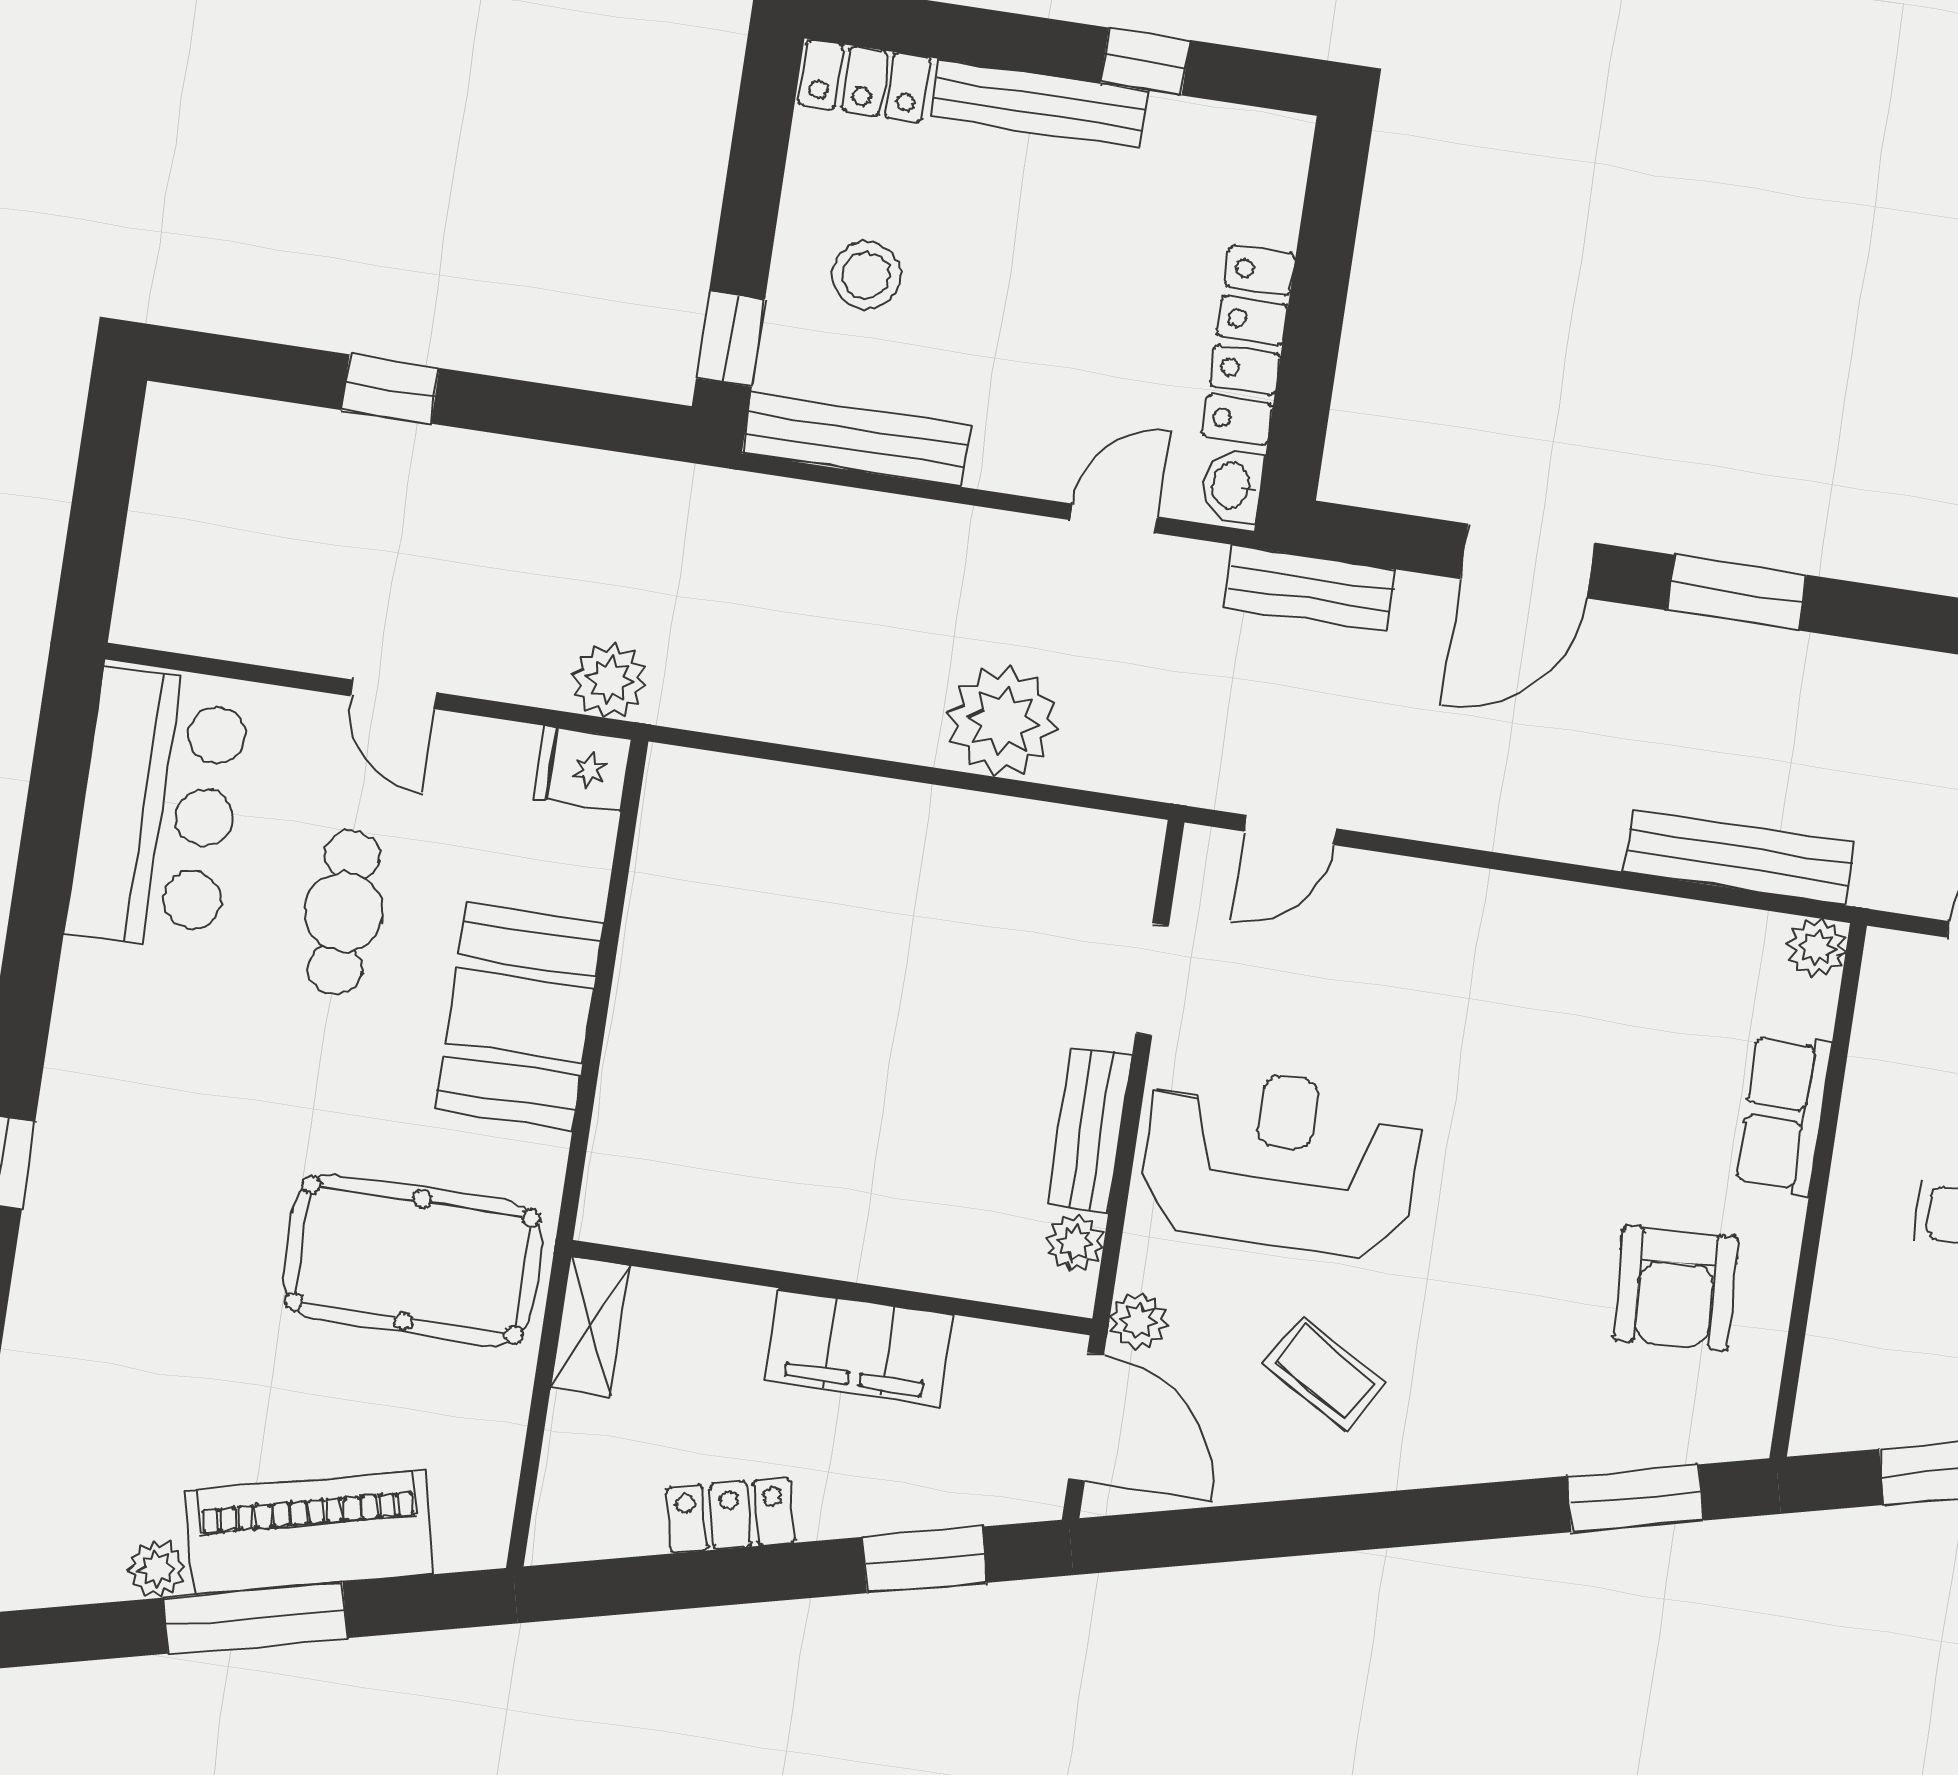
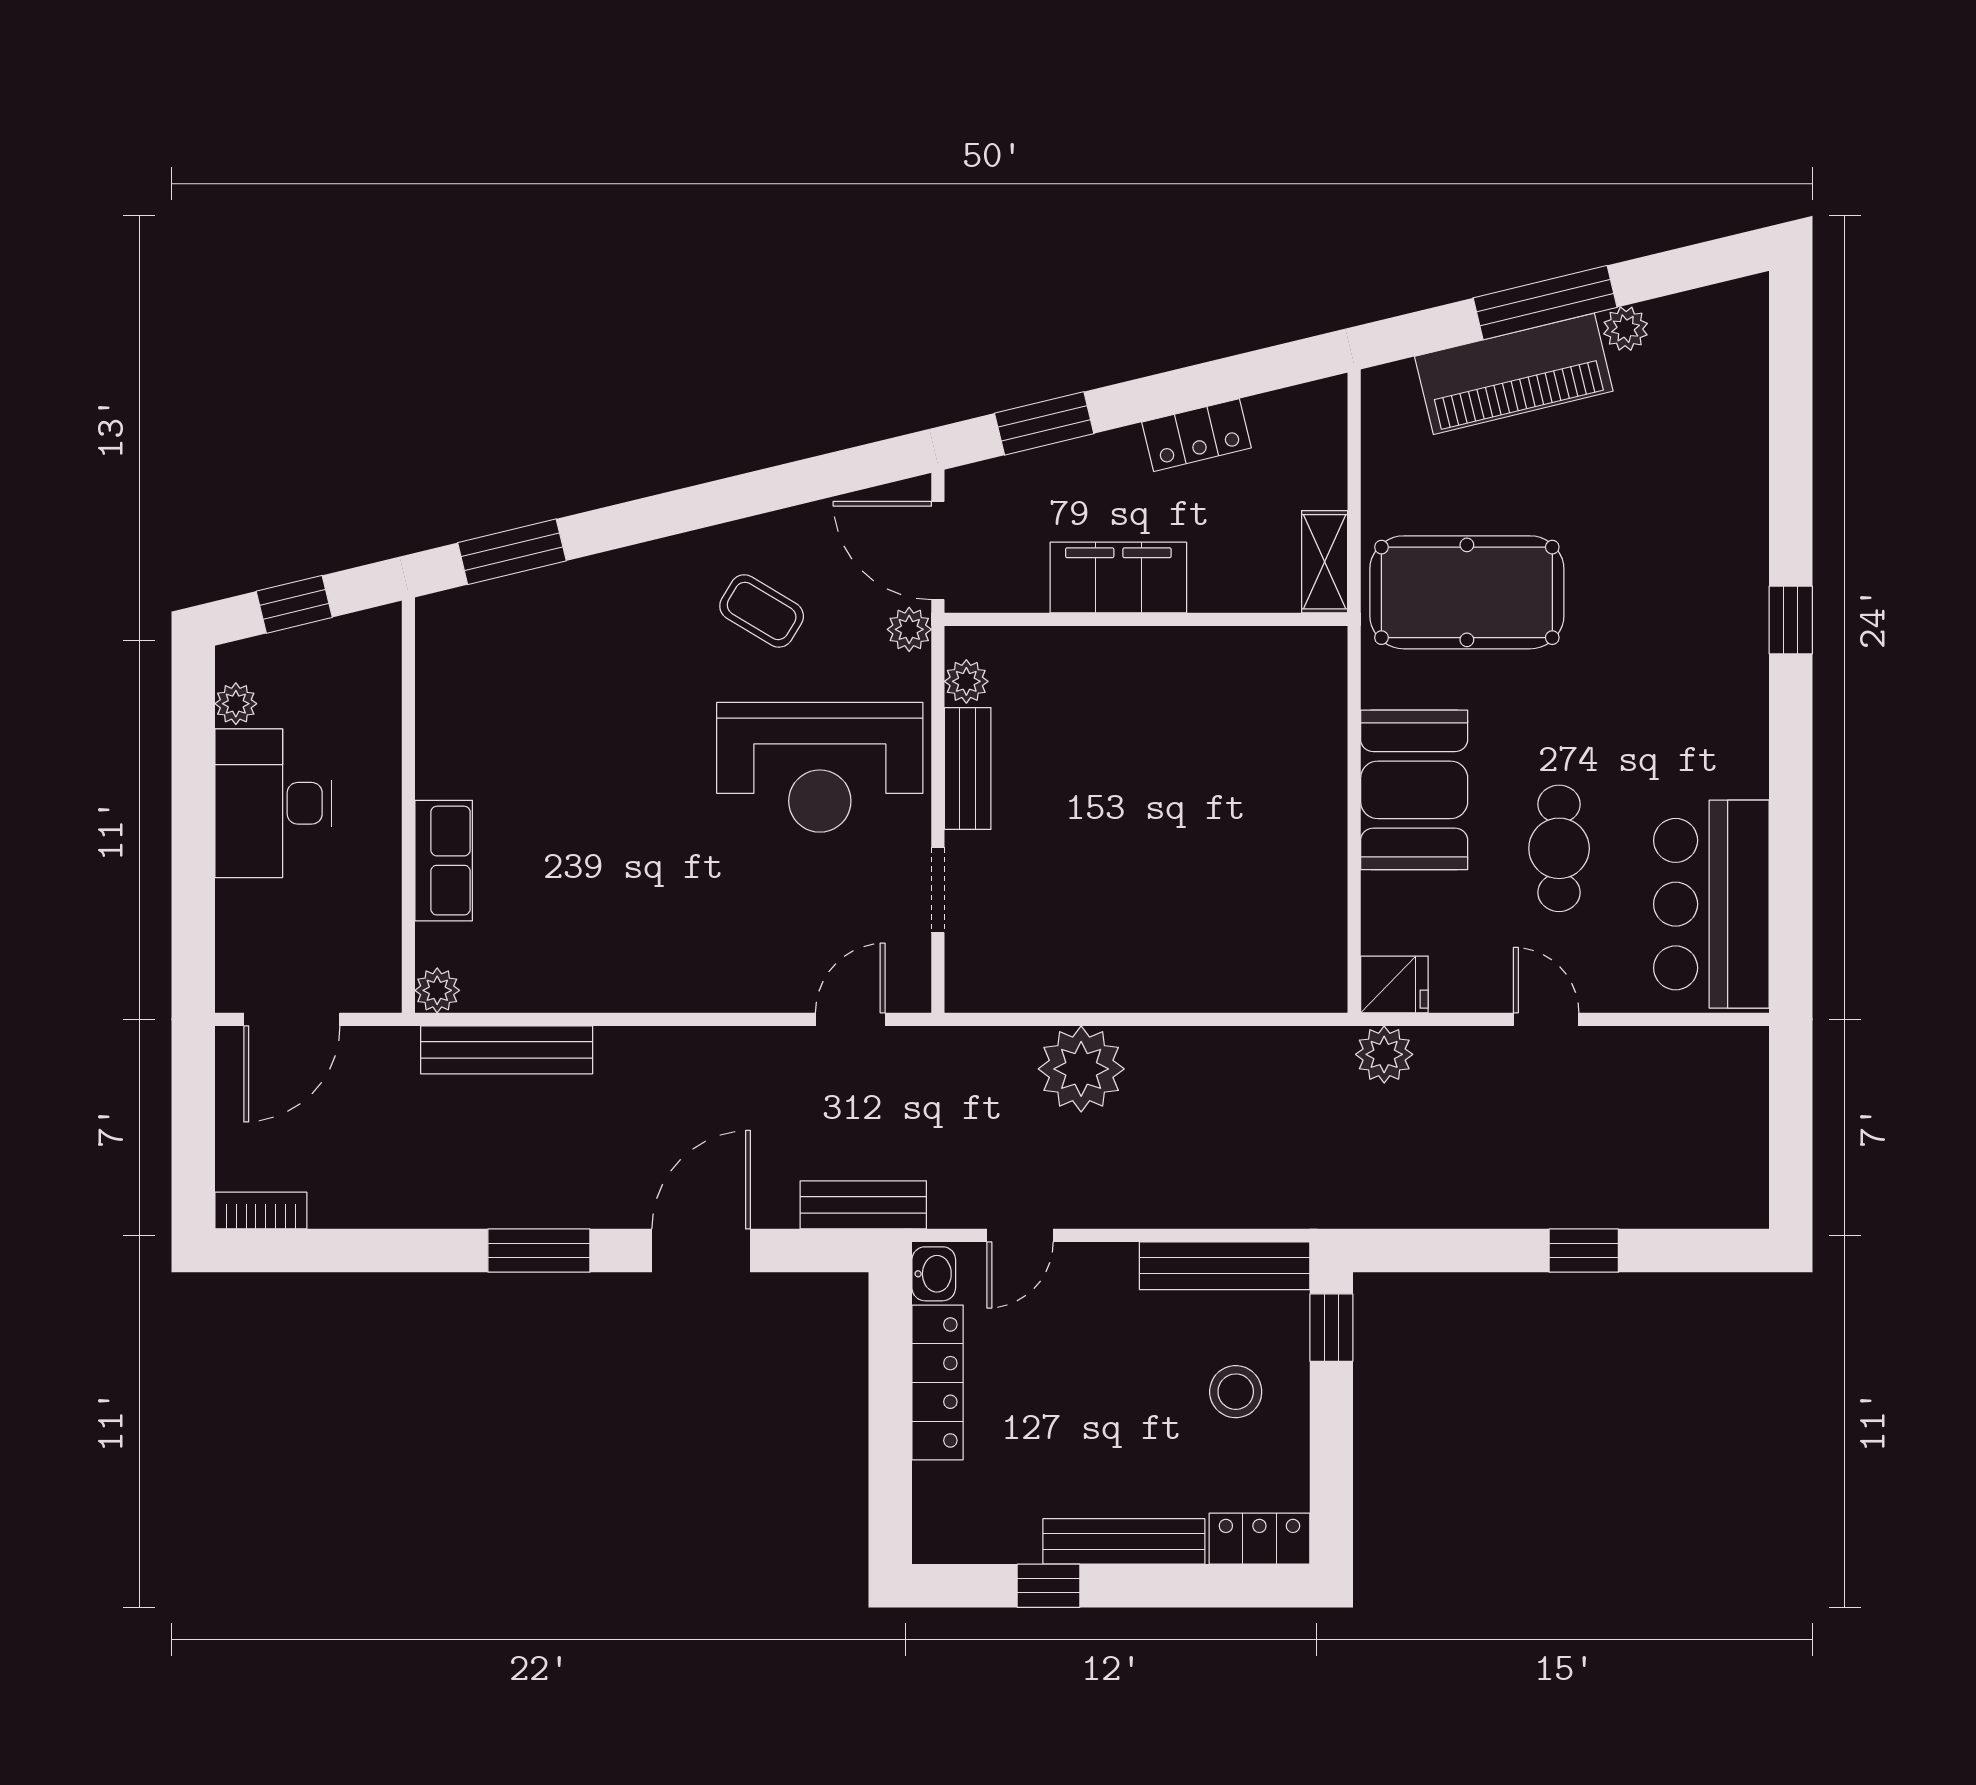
armchair: (1676, 1288) -> (505, 716), removed

